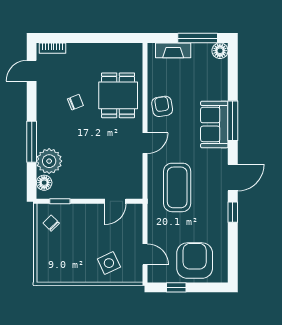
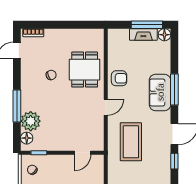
fireplace: (173, 50) -> (143, 34), moved
armchair: (162, 106) -> (119, 78), turned 100

